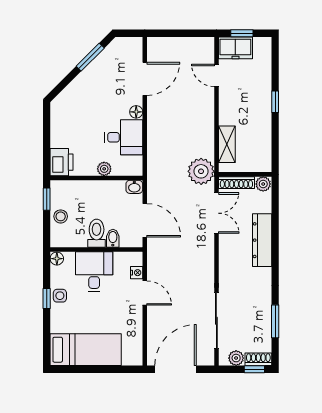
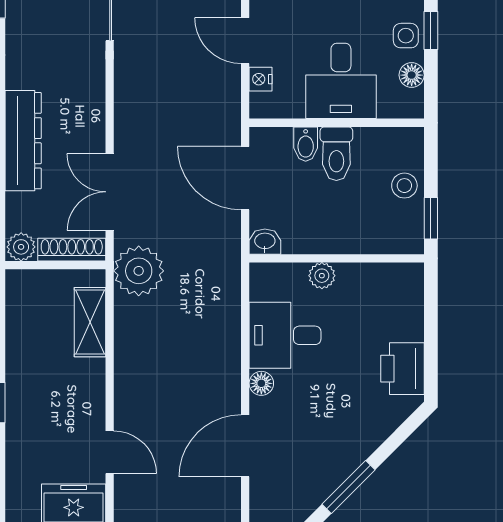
printer: (62, 162) -> (403, 369), moved
floor lamp: (57, 259) -> (412, 75), moved

